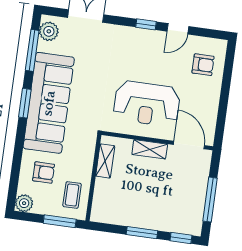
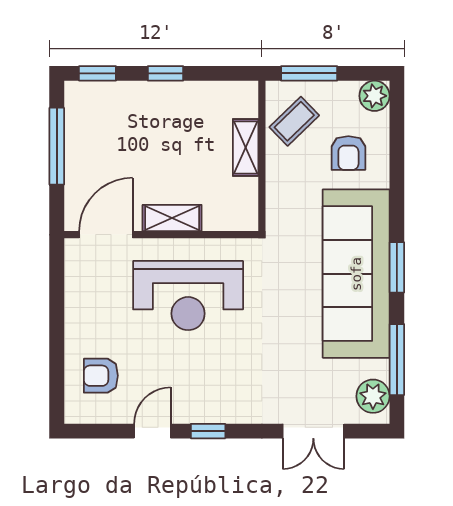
reception desk: (147, 104) -> (188, 296), turned 180
door: (189, 145) -> (106, 235), swing flipped
shelving: (105, 161) -> (246, 148), moved
armchair: (44, 172) -> (348, 153), turned -90
coffee table: (72, 195) -> (294, 121), turned 46
window: (142, 233) -> (165, 73), width x0.67

